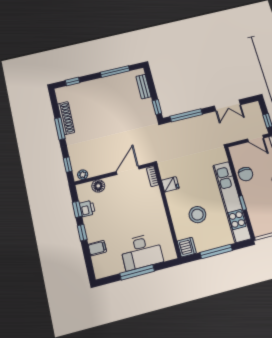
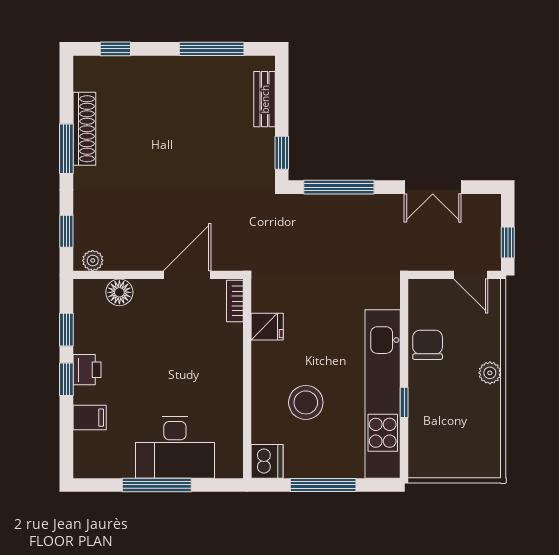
chair: (246, 174) -> (428, 345), turned 180
printer: (87, 209) -> (87, 370), moved

